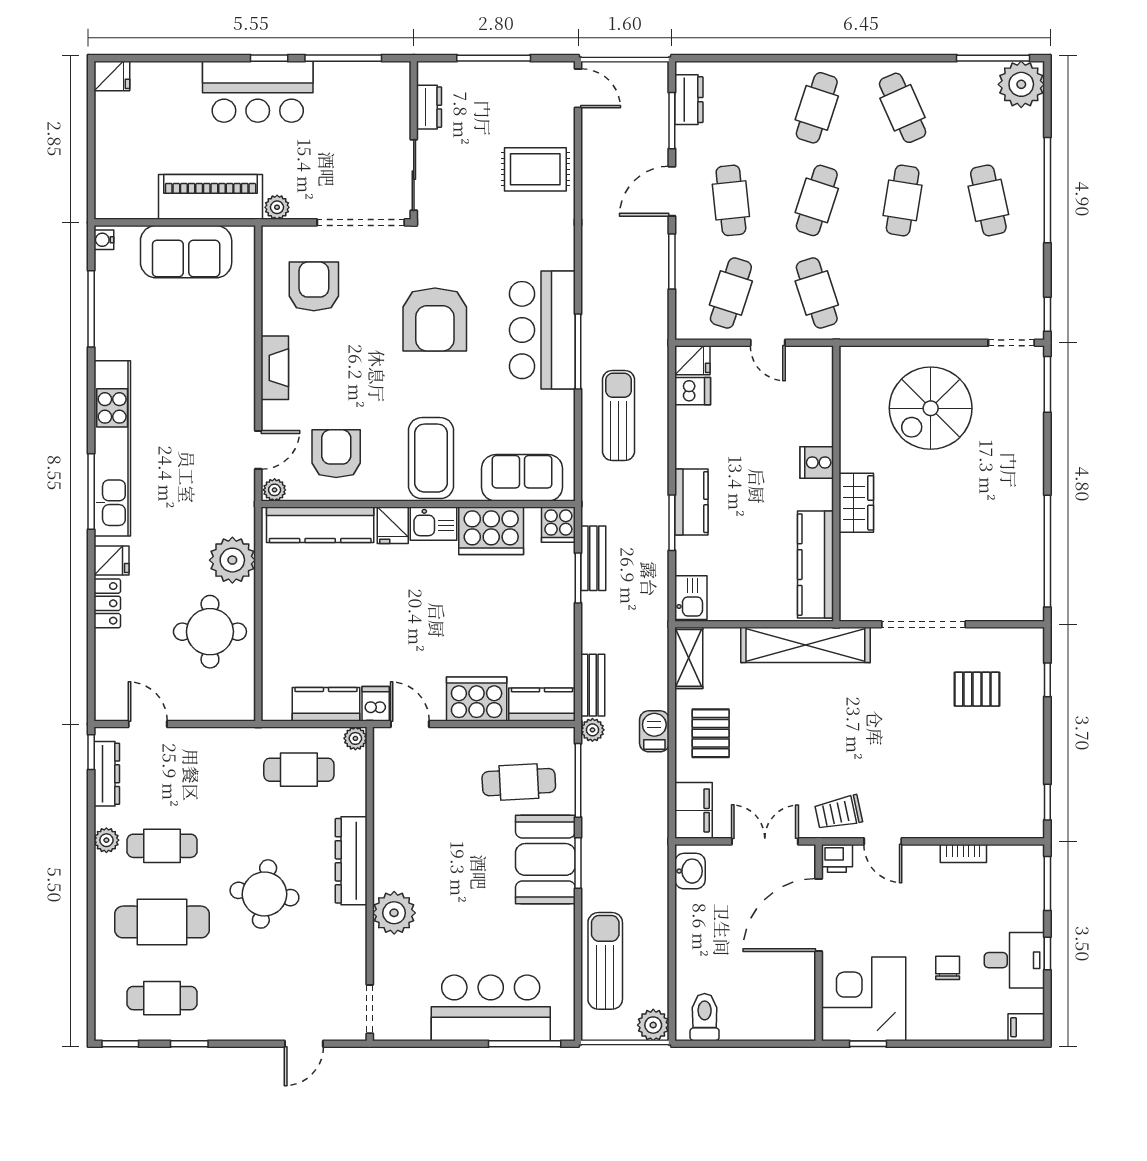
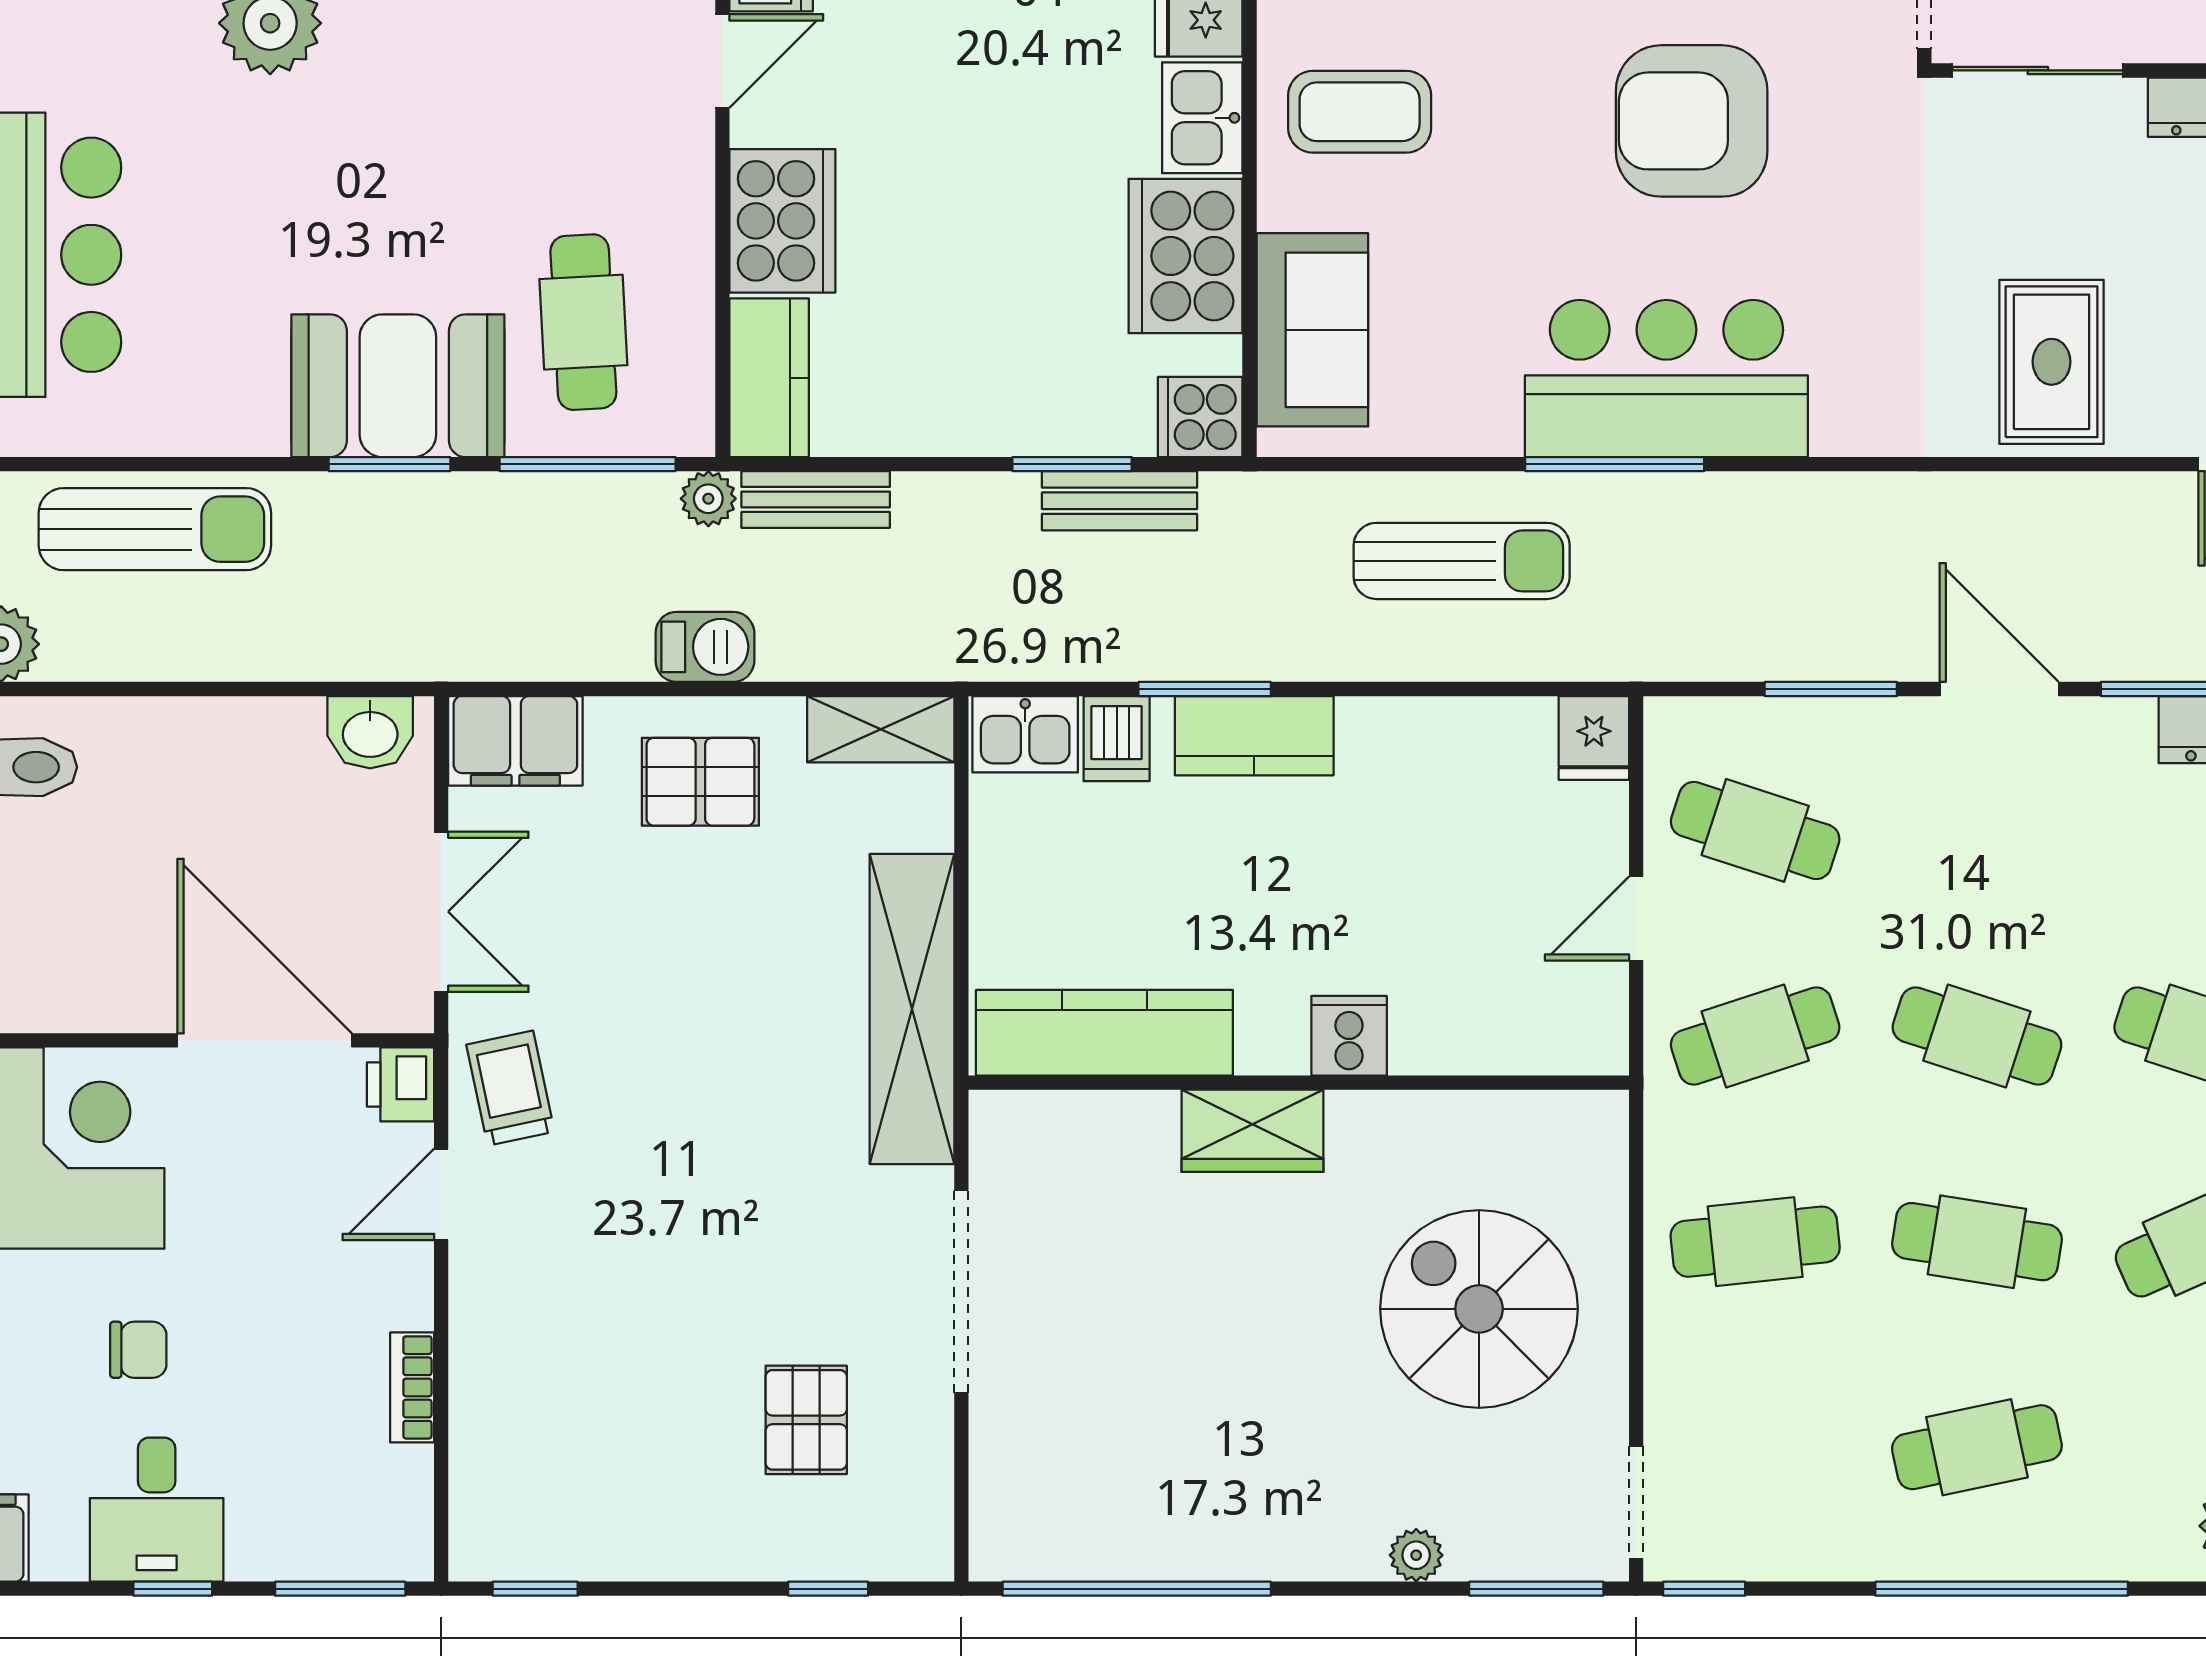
cafe table: (731, 200) -> (1755, 1242), moved
dishwasher: (693, 391) -> (1117, 739), moved
plant: (1033, 434) -> (1416, 1555), added
coffee table: (431, 458) -> (1360, 112), width x0.73, depth x0.76

